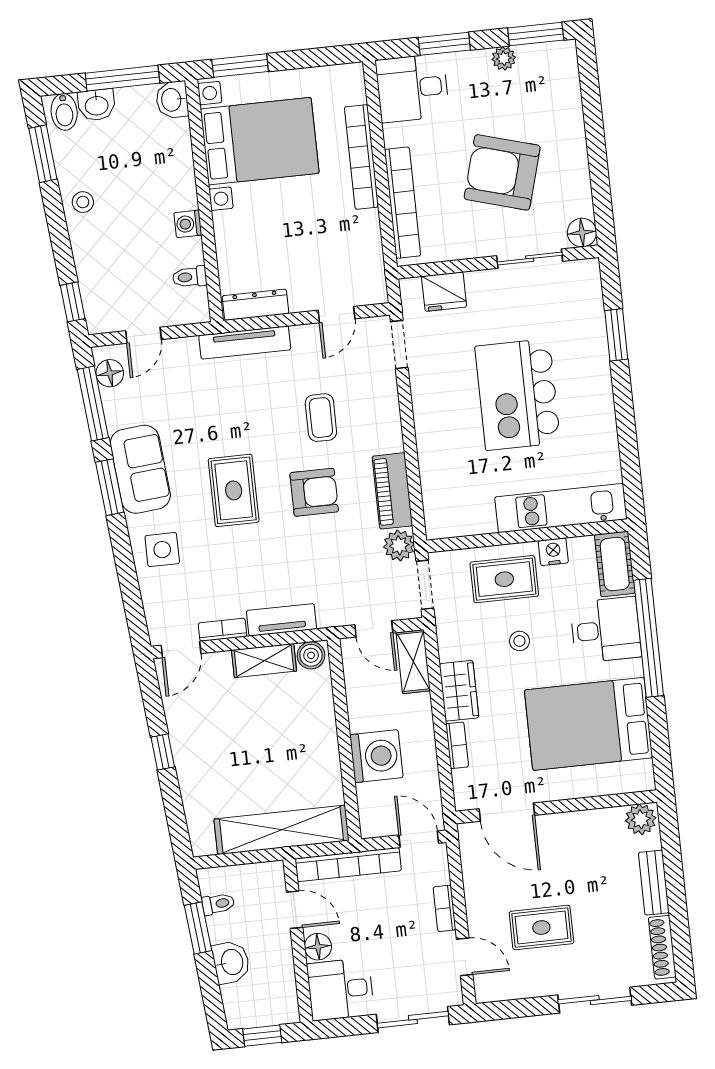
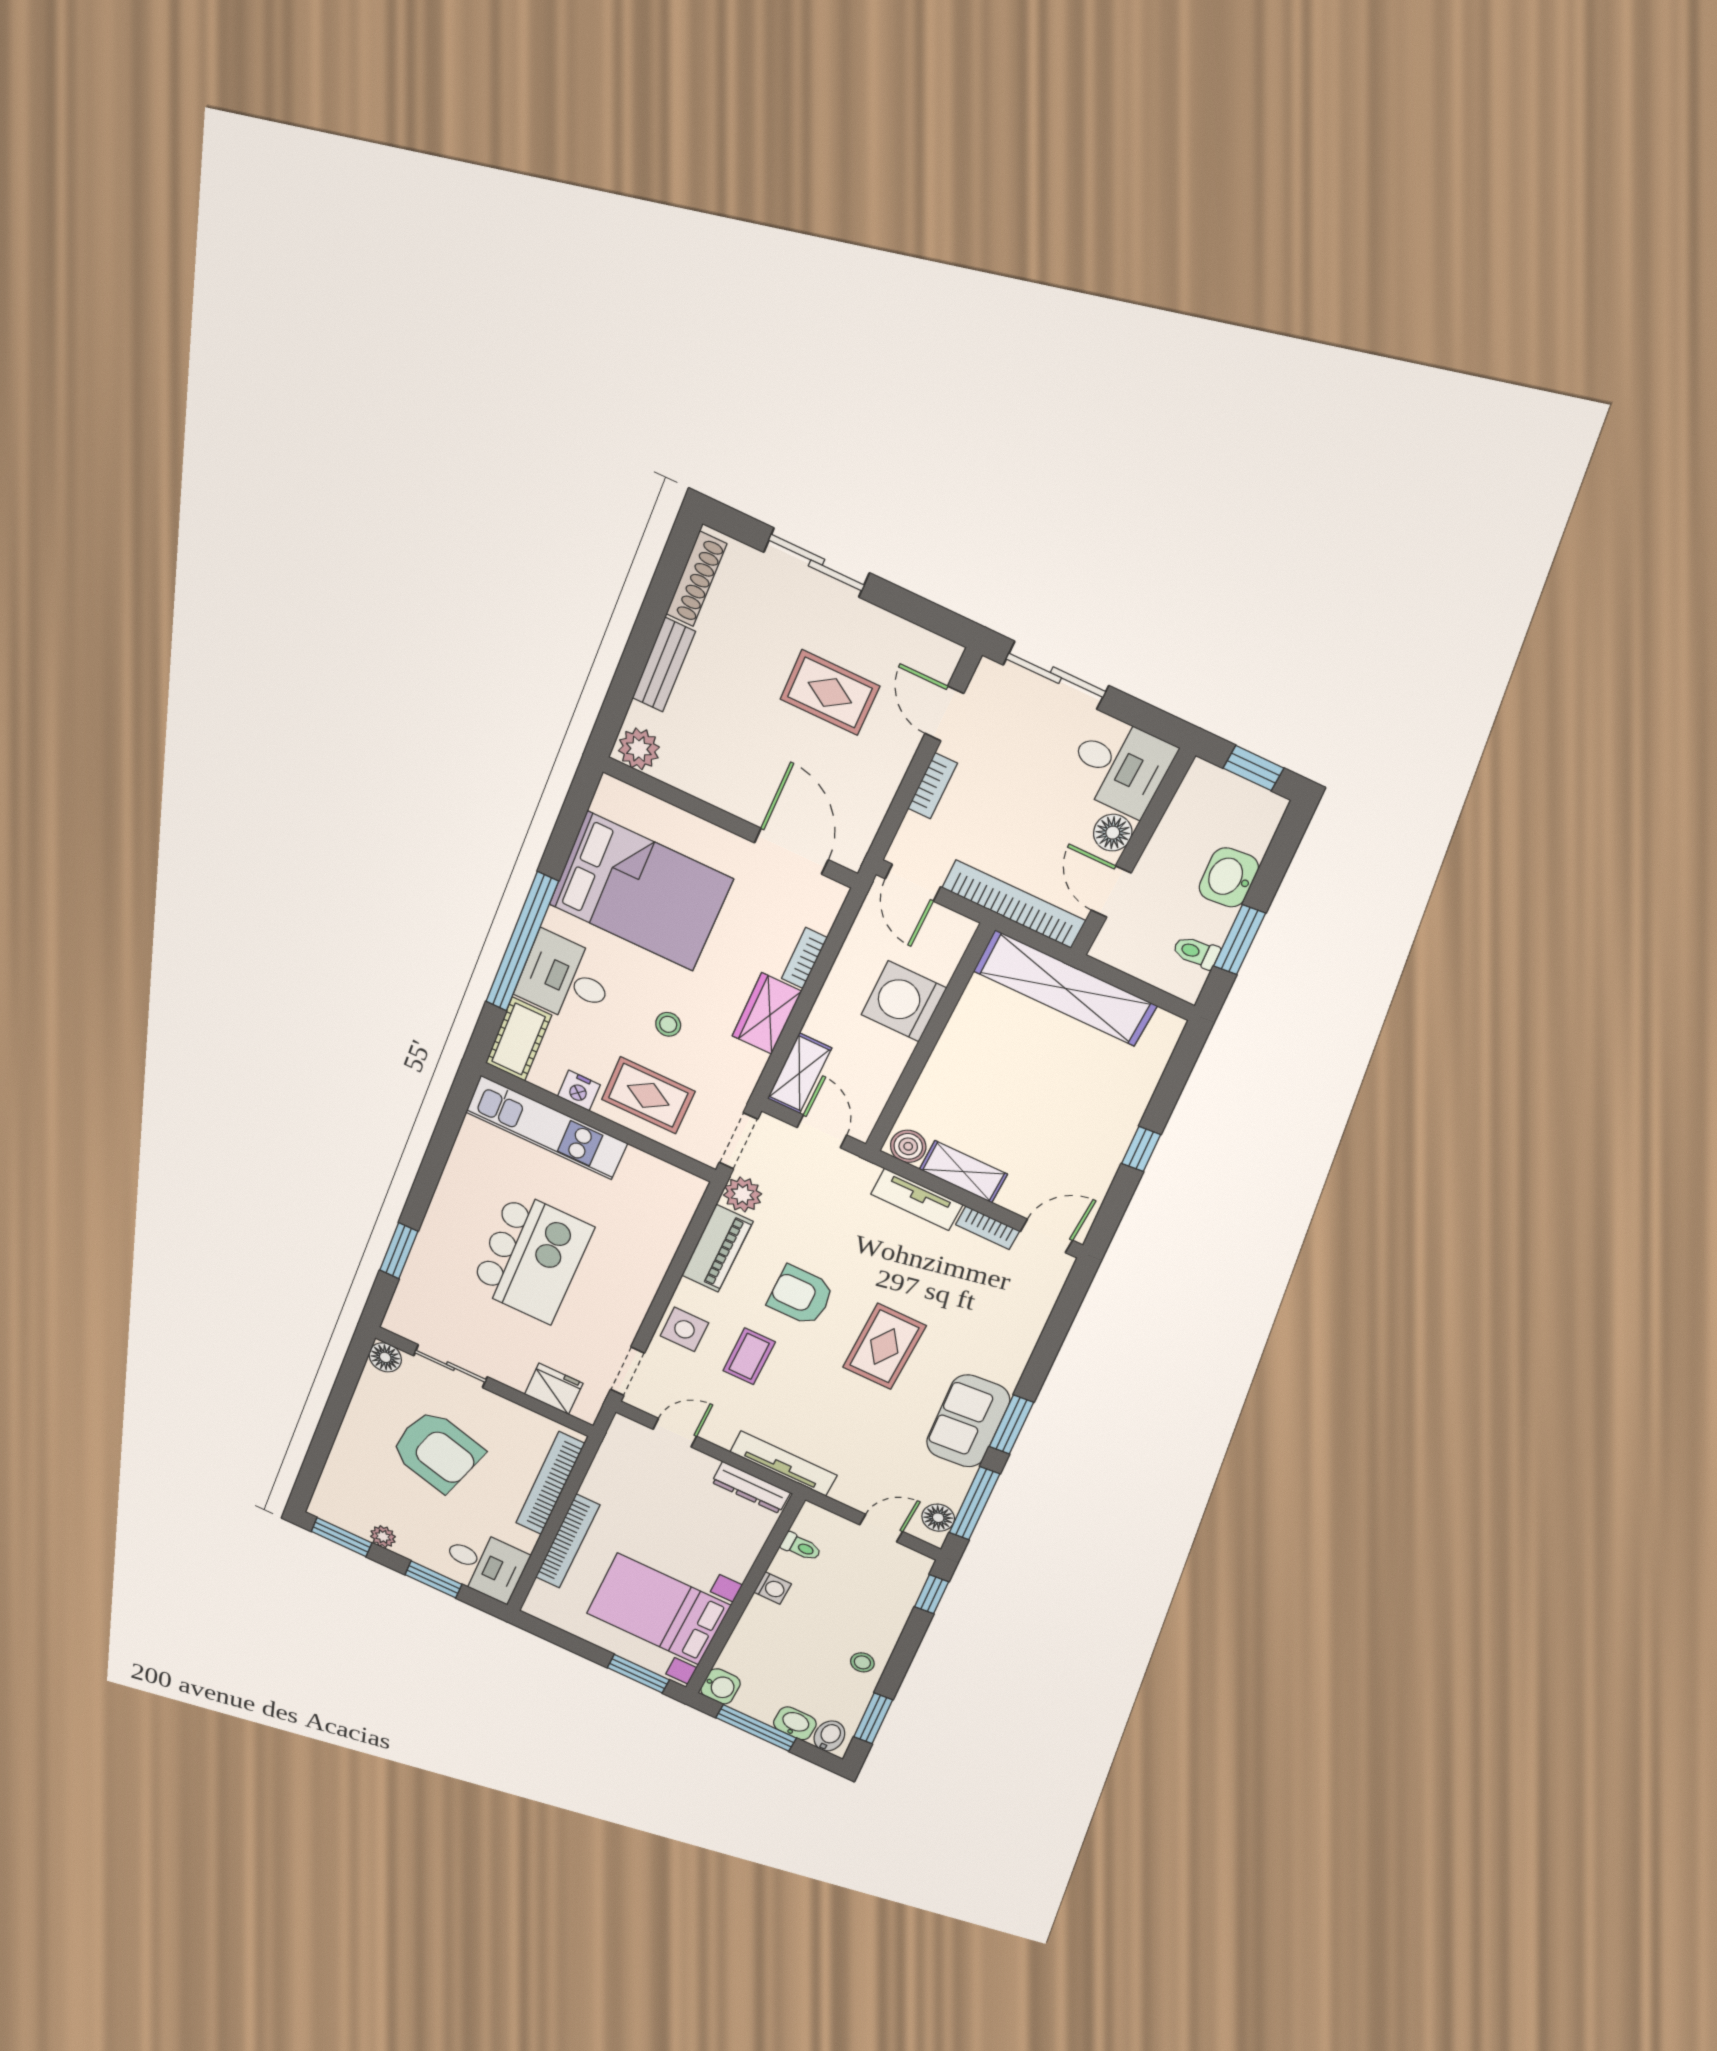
side table: (162, 550) -> (684, 1329), moved

